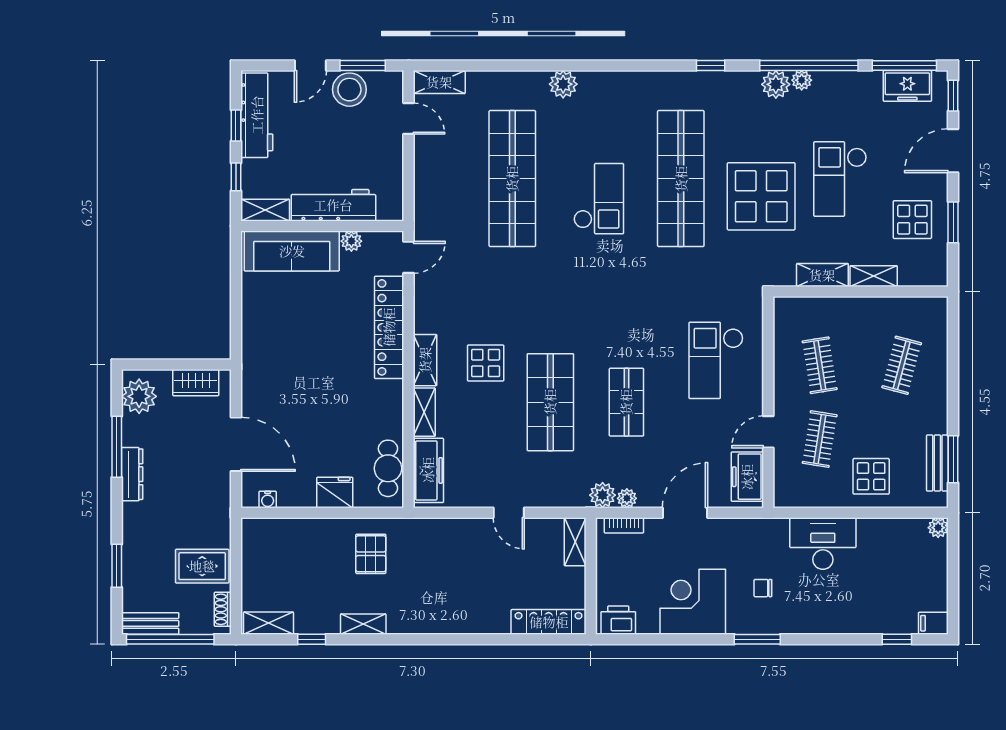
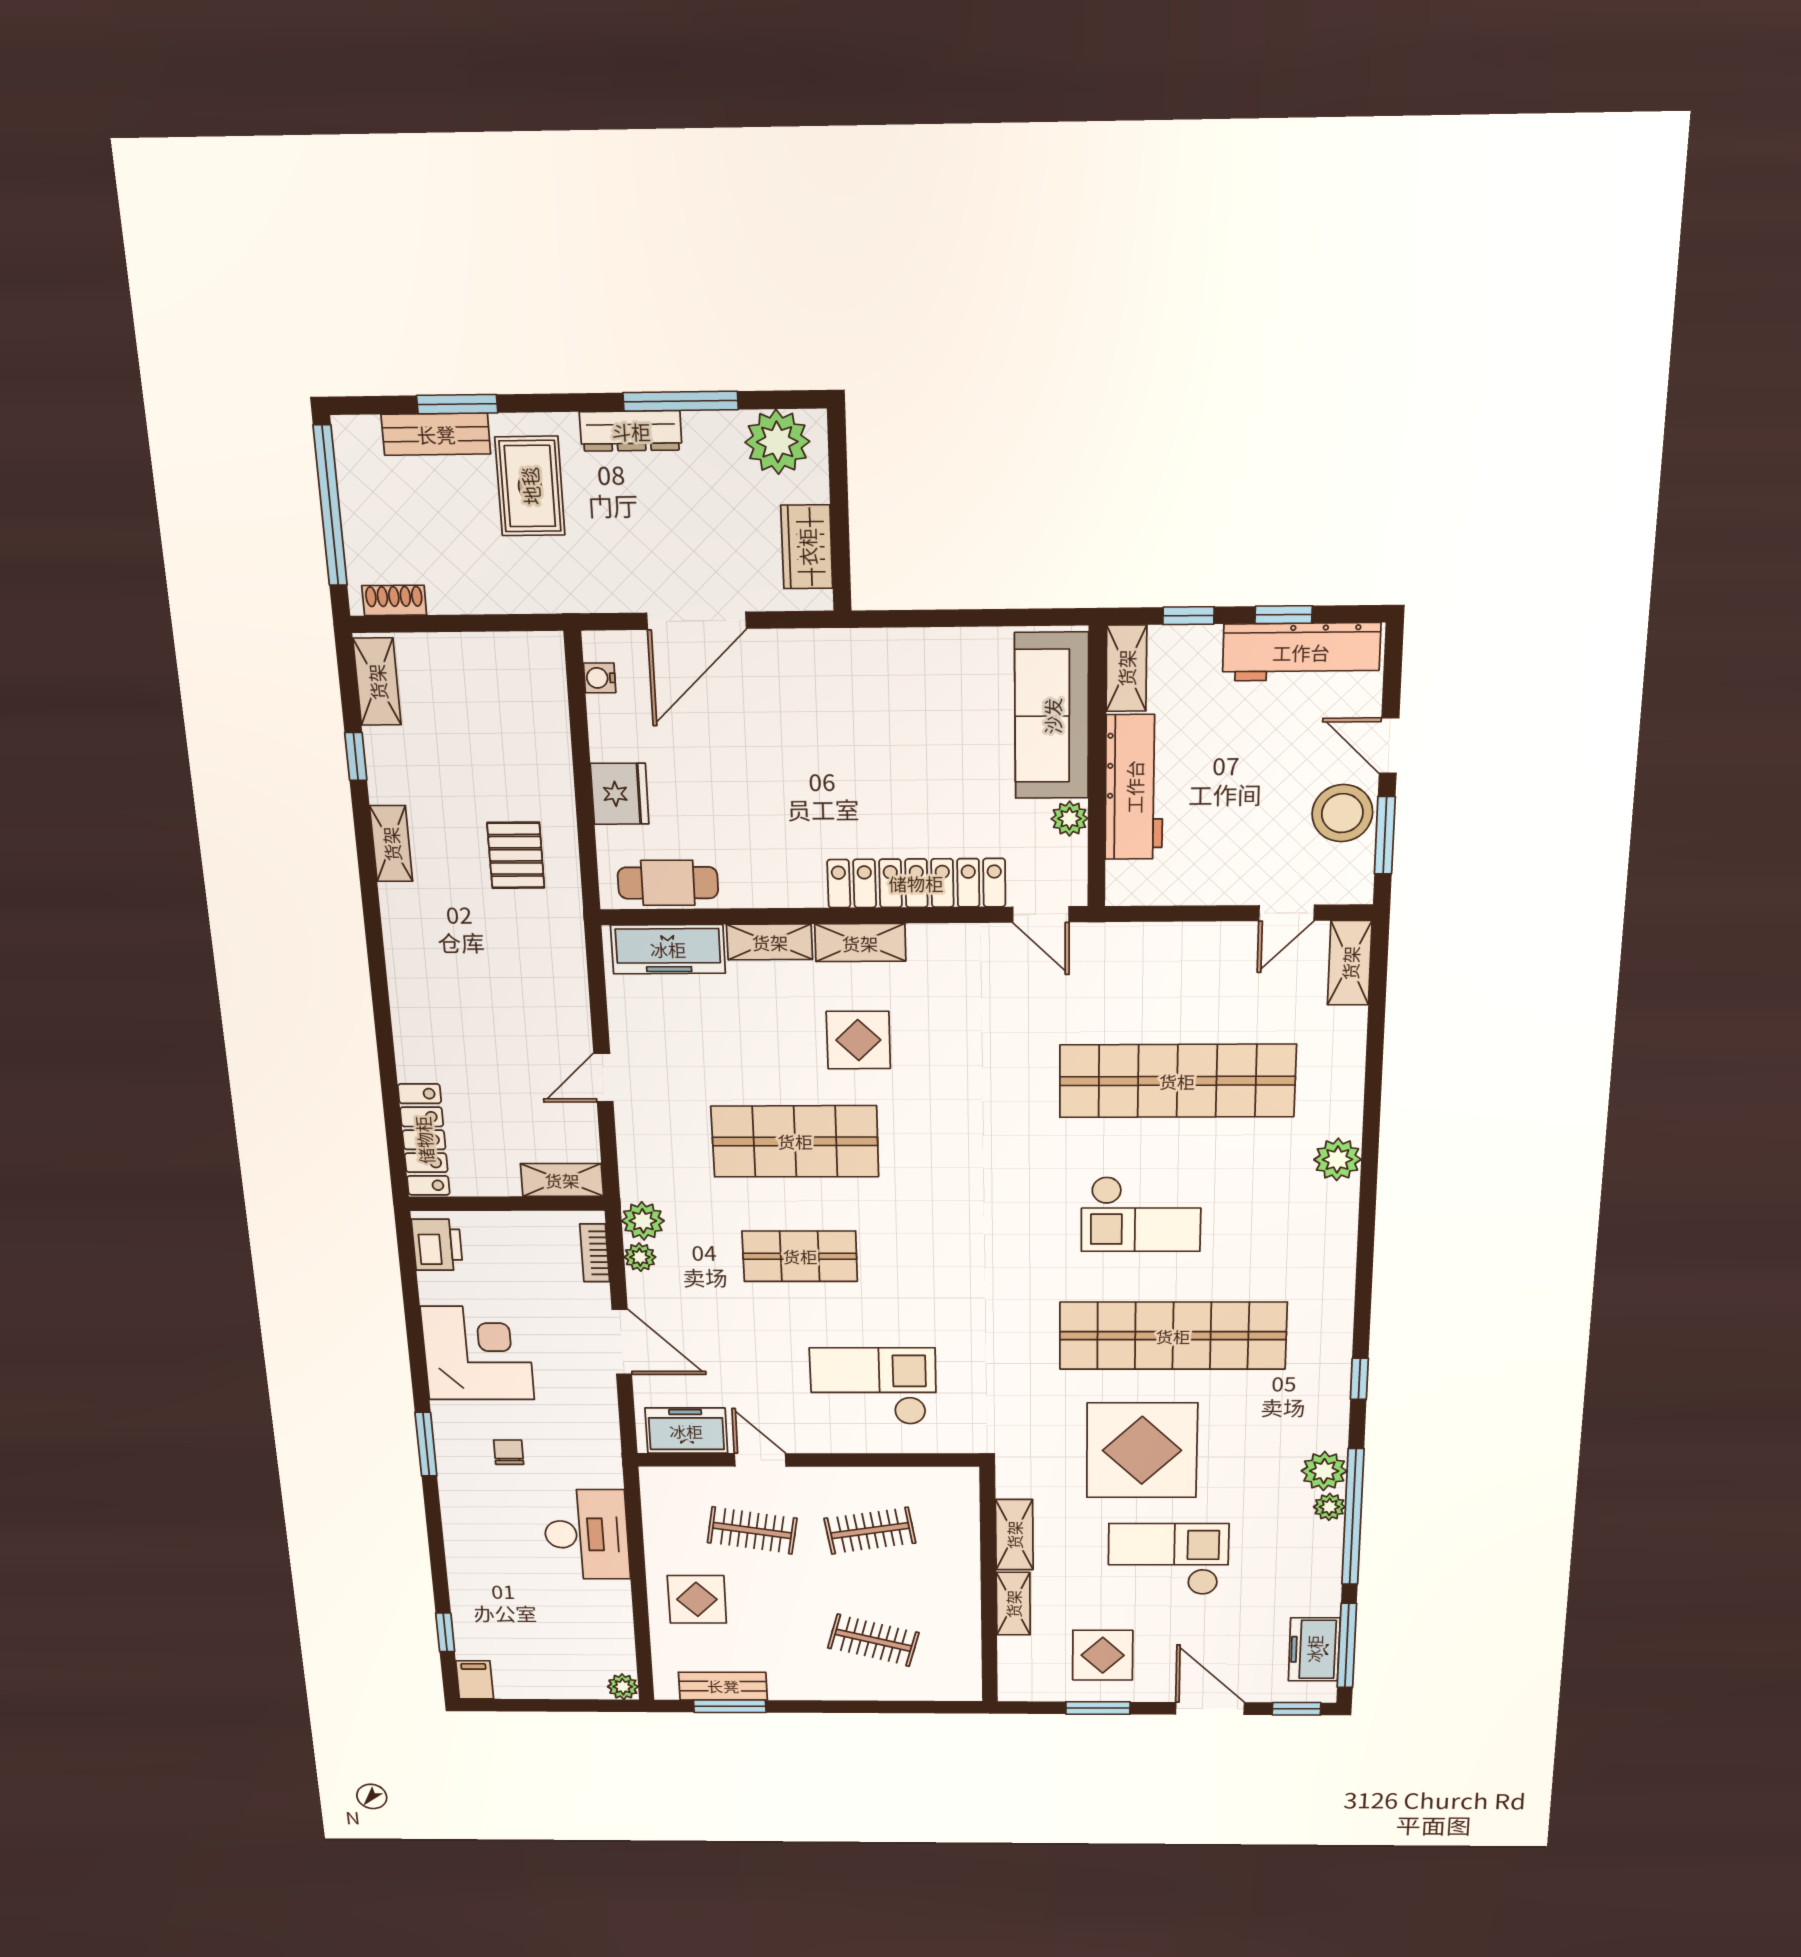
pallet: (371, 554) -> (516, 855), turned 90
rug: (202, 566) -> (530, 486), moved
bench: (150, 623) -> (436, 434), moved, turned 90

